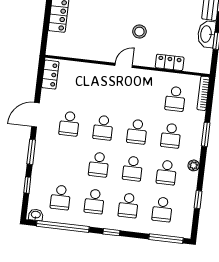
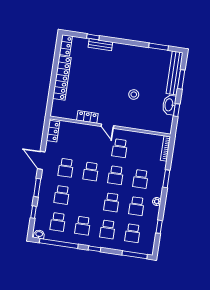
stool: (139, 32) -> (134, 94), moved
locker: (170, 62) -> (87, 117), moved
door: (124, 65) -> (107, 126), swing flipped
school desk: (175, 99) -> (120, 148), moved
door: (36, 115) -> (41, 160), hinge flipped
school desk: (99, 165) -> (62, 195), moved

